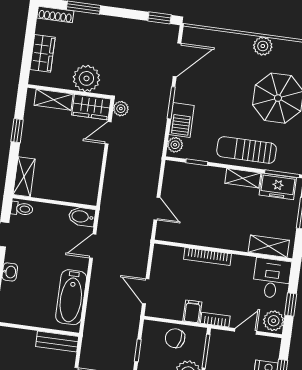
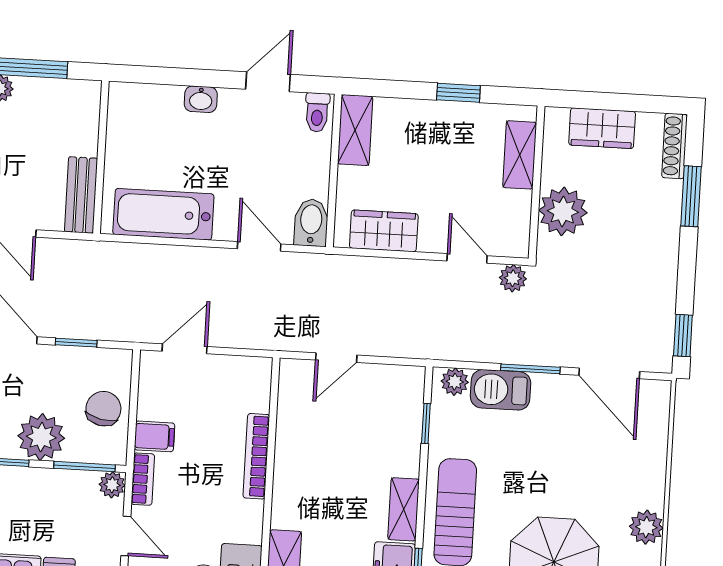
wardrobe: (91, 107) -> (384, 231), moved, turned 90
shelving: (24, 177) -> (355, 130), moved, turned 90
plant: (217, 337) -> (112, 485), added

